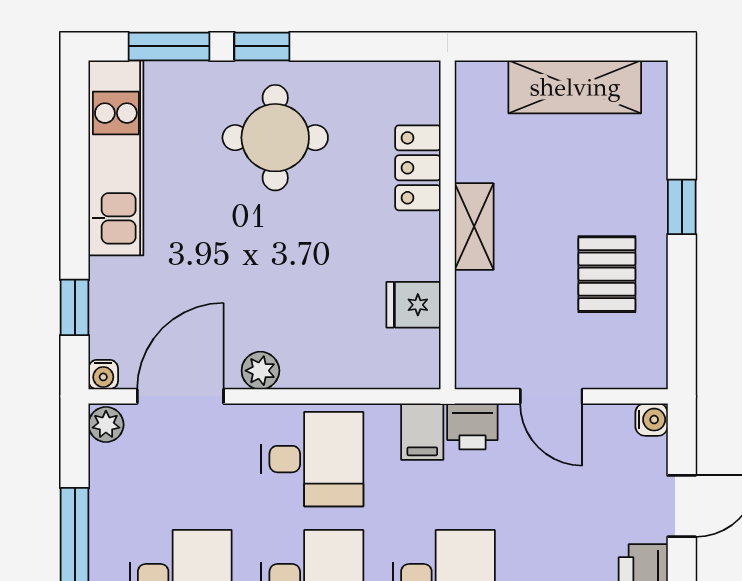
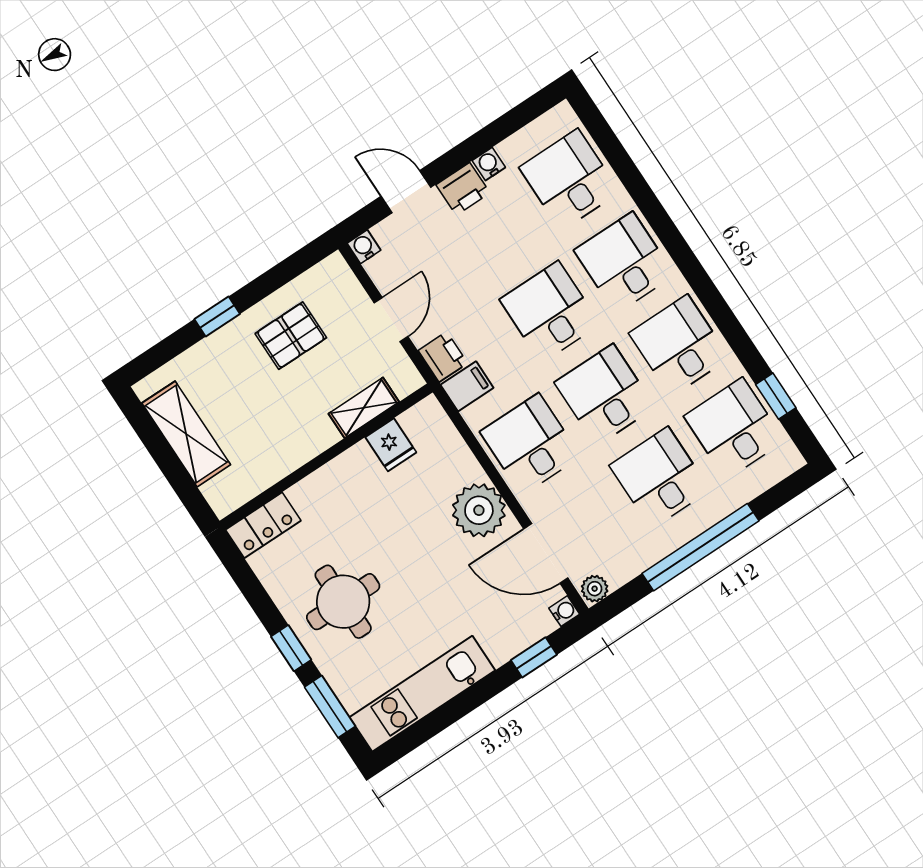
locker: (418, 168) -> (263, 525), moved
shelving: (474, 226) -> (364, 408), moved
plant: (260, 371) -> (479, 510), width x1.88, depth x1.88

